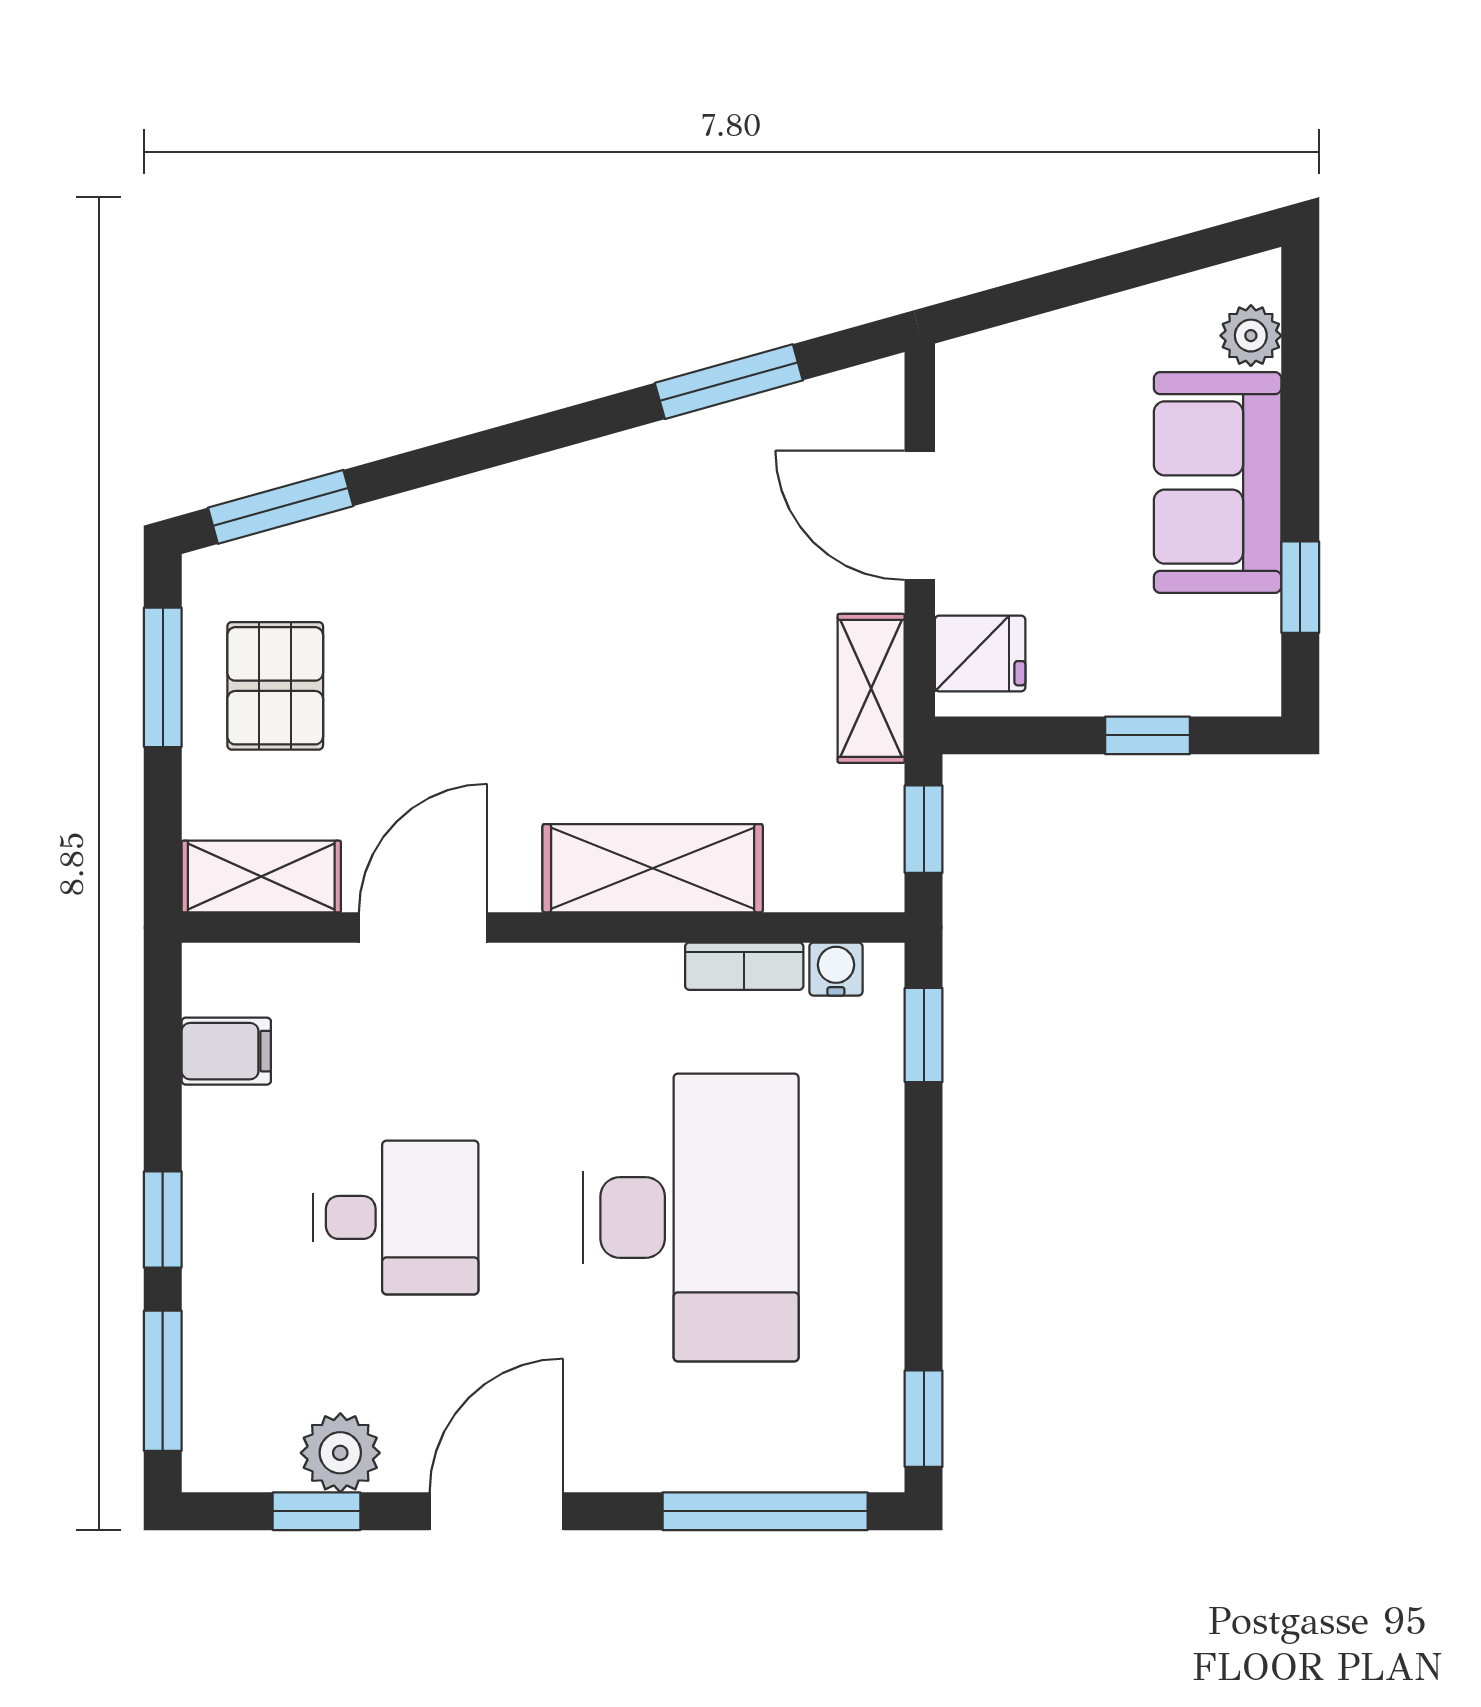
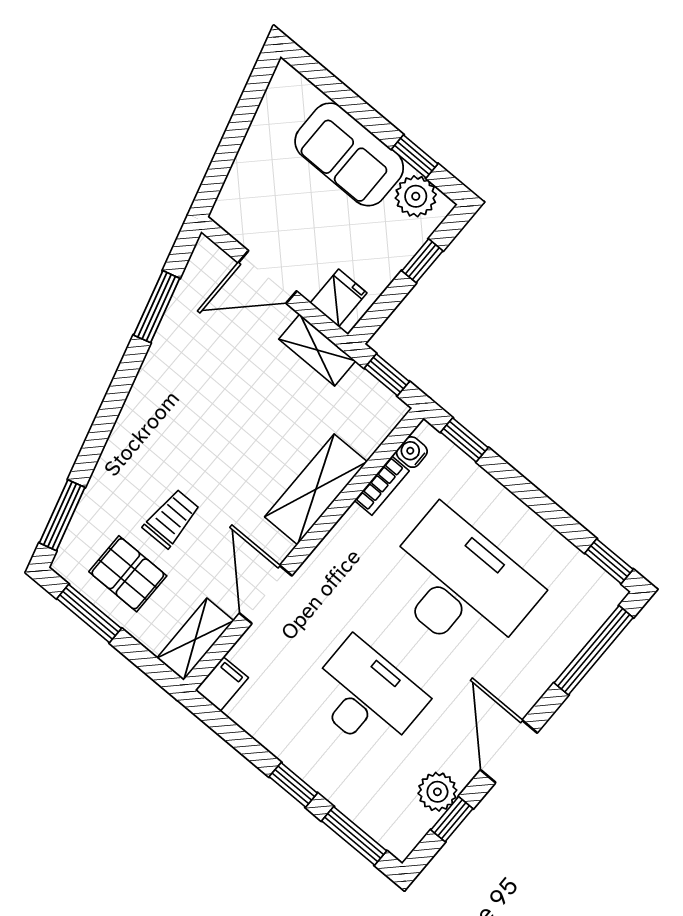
plant: (1251, 336) -> (416, 196), moved, width x1.38, depth x1.38
trolley: (418, 682) -> (172, 519), added
filing cabinet: (226, 1051) -> (222, 684), moved
desk: (396, 1217) -> (366, 697), width x1.37

